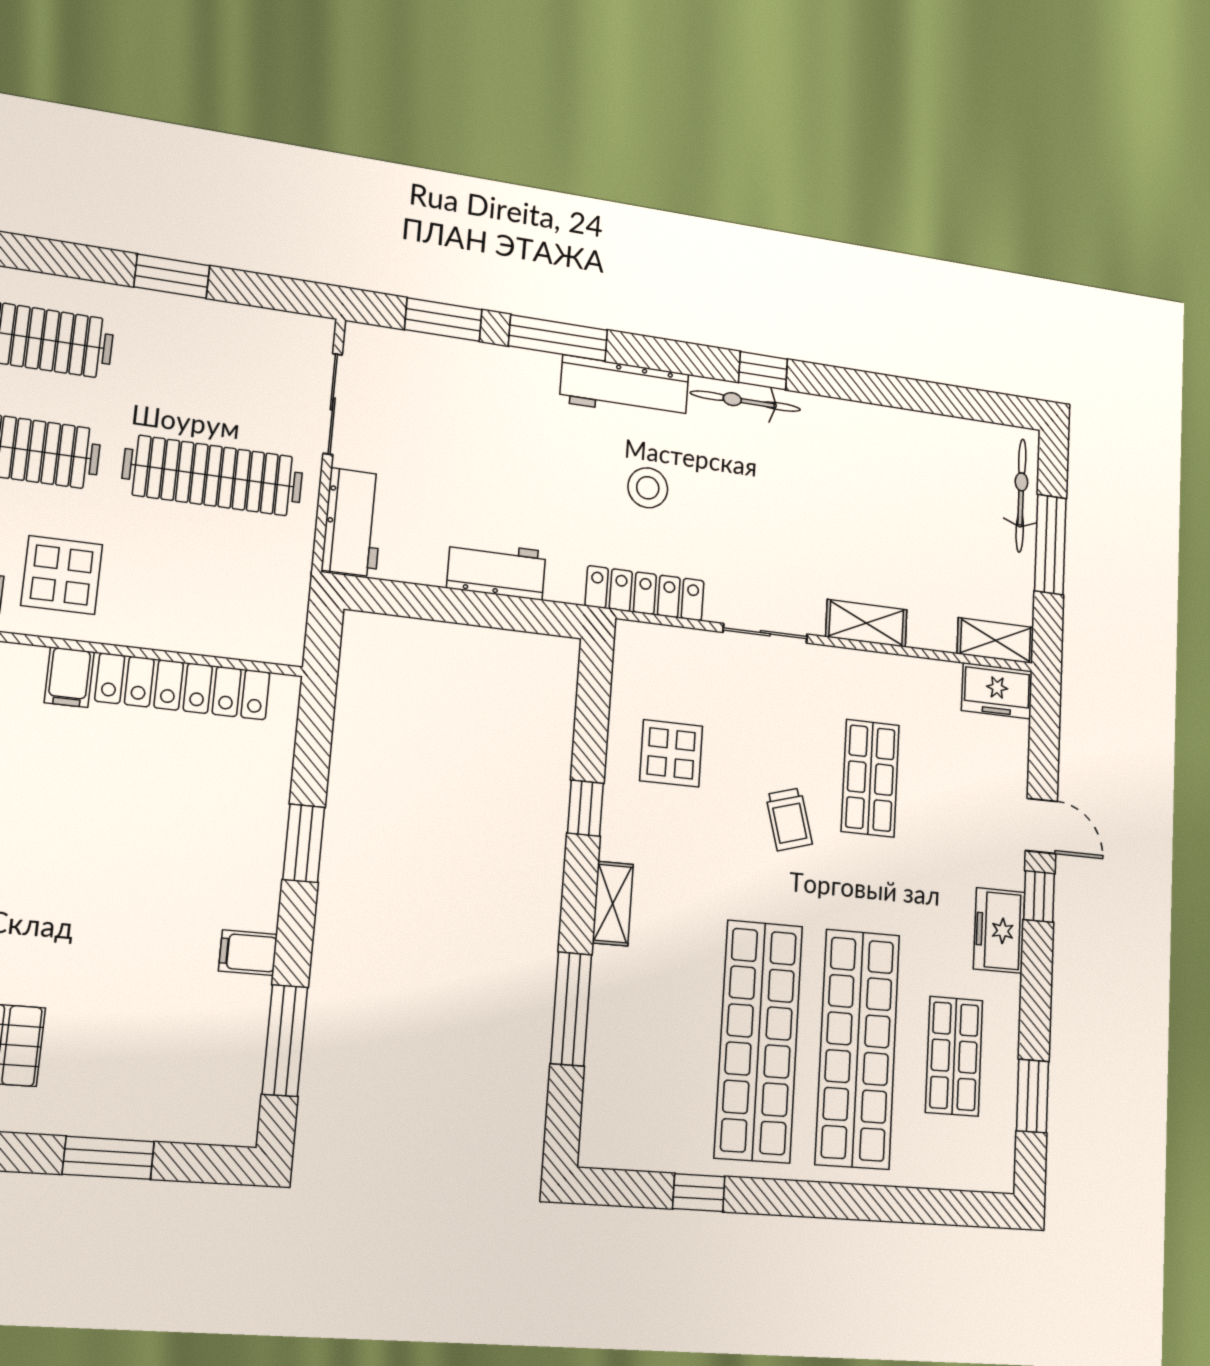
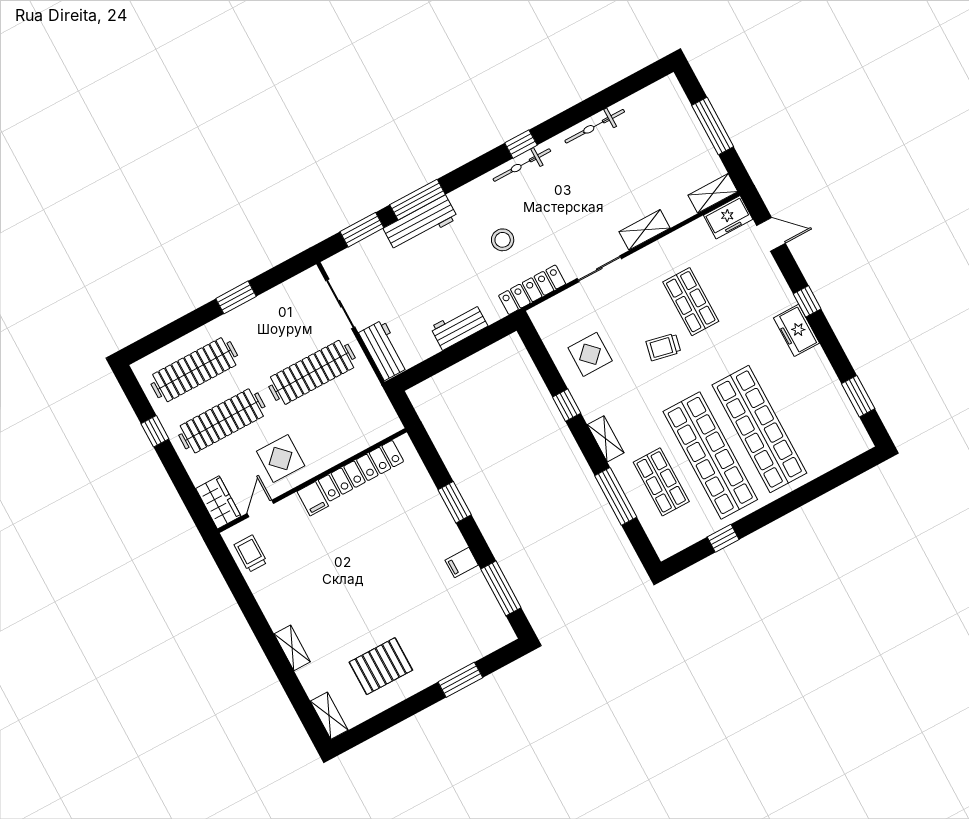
workbench: (624, 388) -> (420, 223), moved
bicycle: (1021, 495) -> (595, 126), moved, turned -90
trolley: (789, 819) -> (663, 347), turned 118
door: (1041, 826) -> (771, 234), moved
shop shelf: (954, 1056) -> (661, 482), moved

